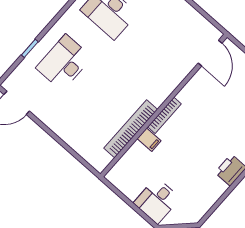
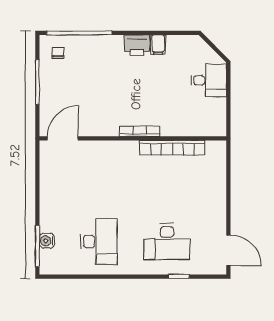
filing cabinet: (149, 140) -> (158, 45), moved, turned 180

